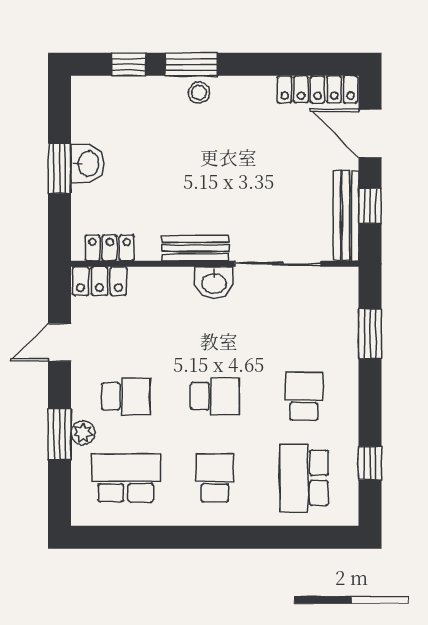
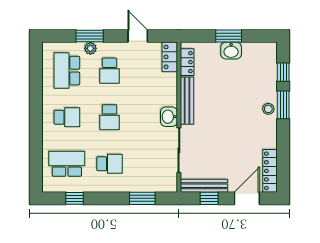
bench: (195, 248) -> (187, 101), width x1.36
school desk: (126, 478) -> (67, 71), turned 180

